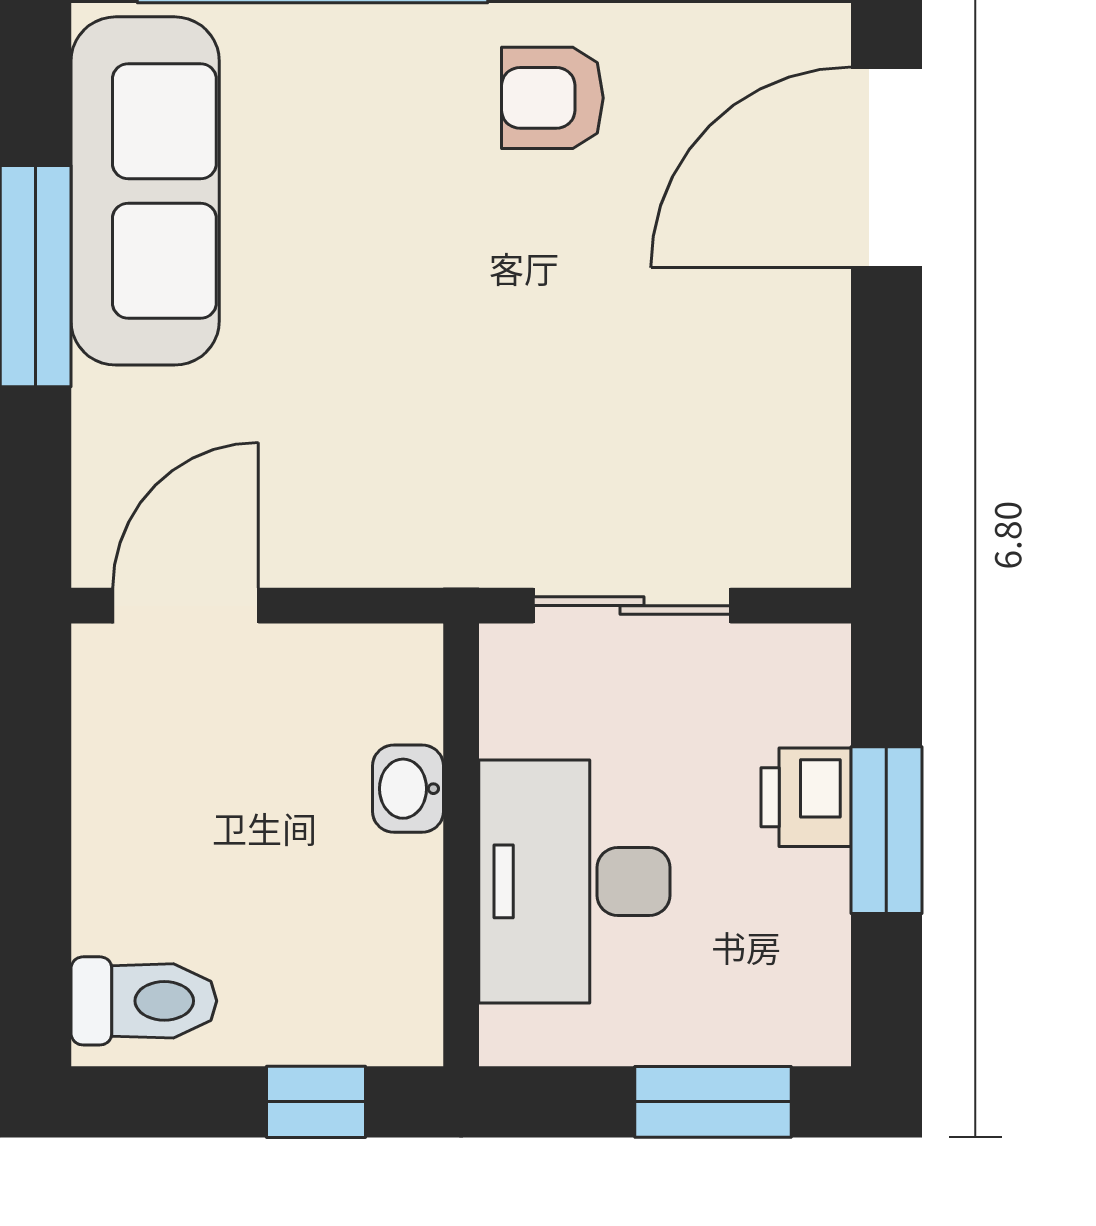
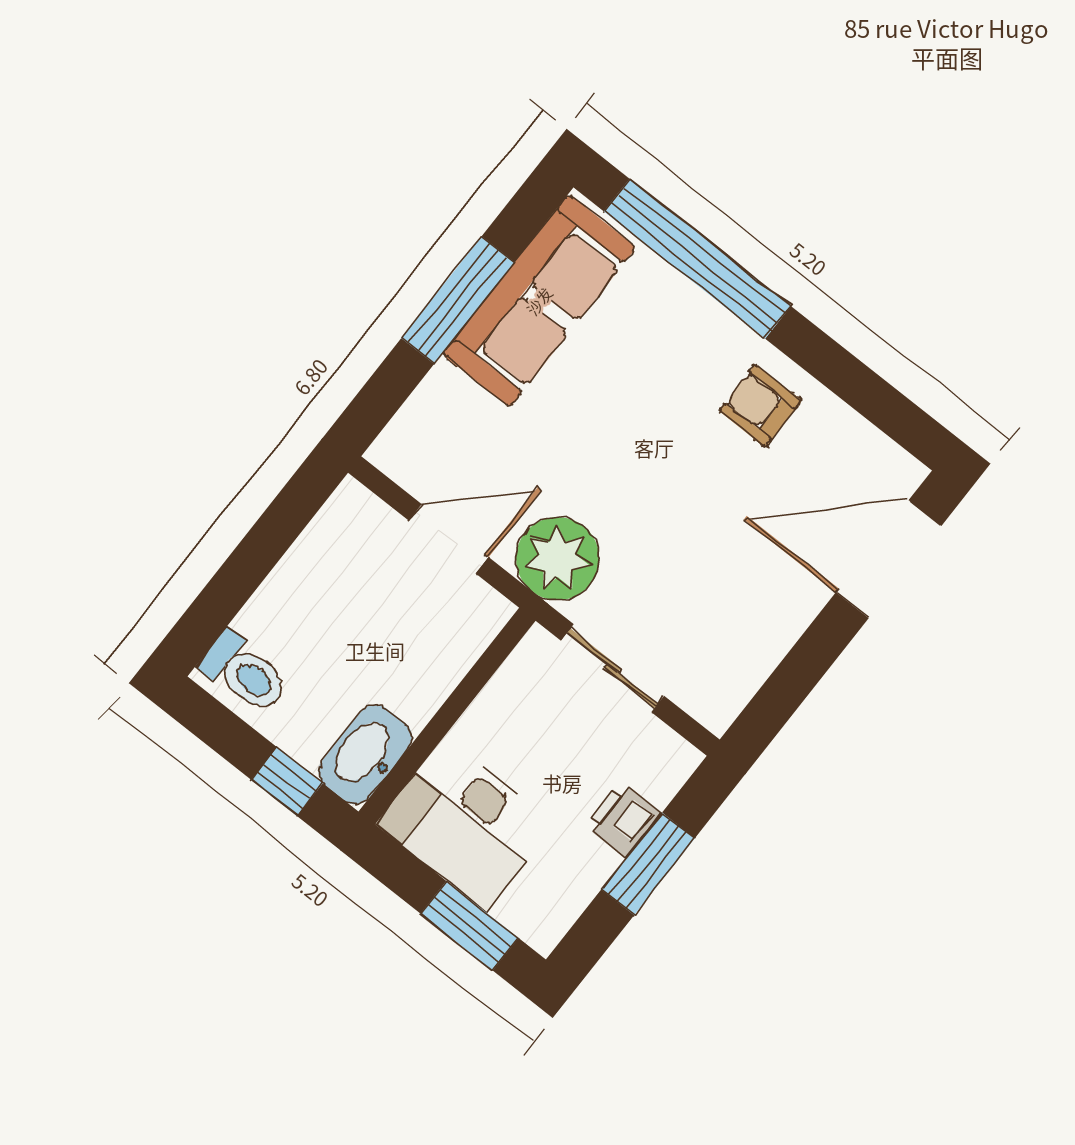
plant: (443, 517) -> (558, 559), added
door: (186, 606) -> (449, 539), moved
washbasin: (408, 789) -> (365, 754), moved, width x1.91, depth x1.45
desk: (574, 881) -> (465, 825), moved, turned -90

